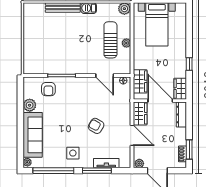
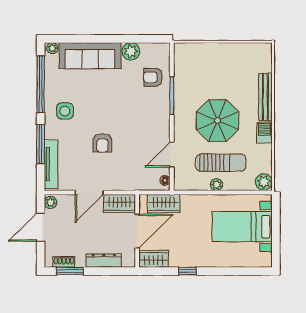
parasol: (80, 42) -> (217, 121), added
dresser: (181, 115) -> (104, 260), moved
armchair: (96, 126) -> (102, 143), turned 151
tv unit: (106, 163) -> (51, 164), width x1.41

